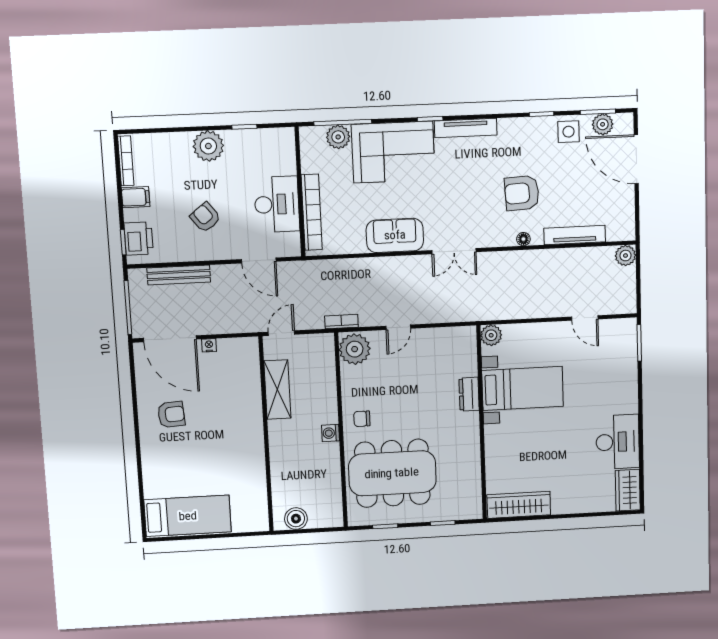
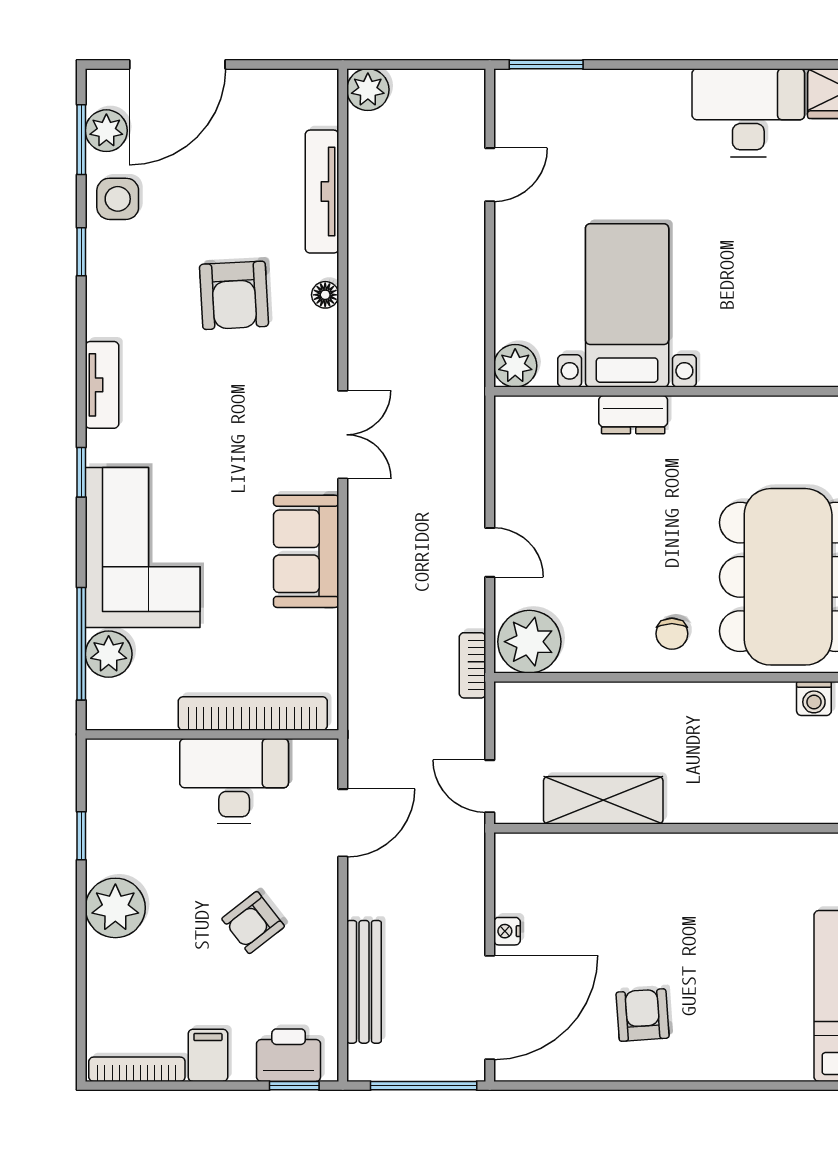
tv unit: (466, 128) -> (102, 385), width x0.71
washing machine: (330, 433) -> (814, 699), moved

